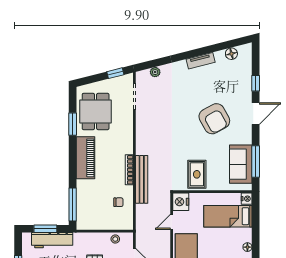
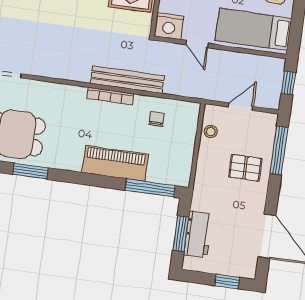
piano: (85, 158) -> (115, 163), moved
workbench: (52, 240) -> (198, 234), width x0.73

